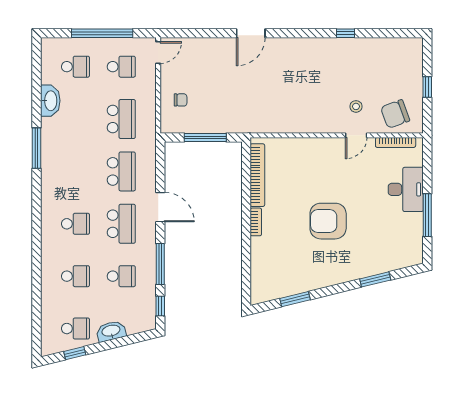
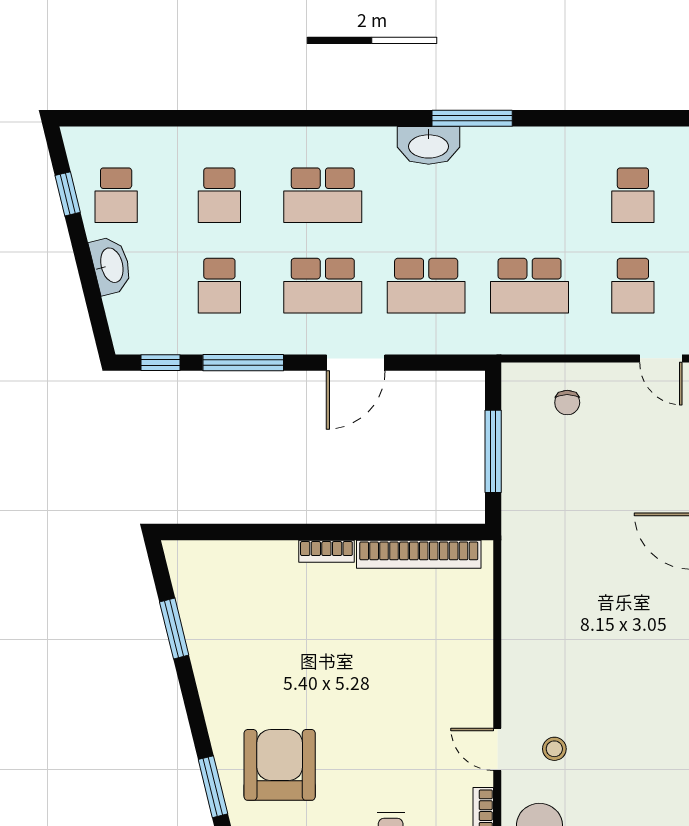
washbasin: (50, 101) -> (429, 145), moved
armchair: (328, 221) -> (280, 765), moved
school desk: (75, 224) -> (323, 195), width x1.85

